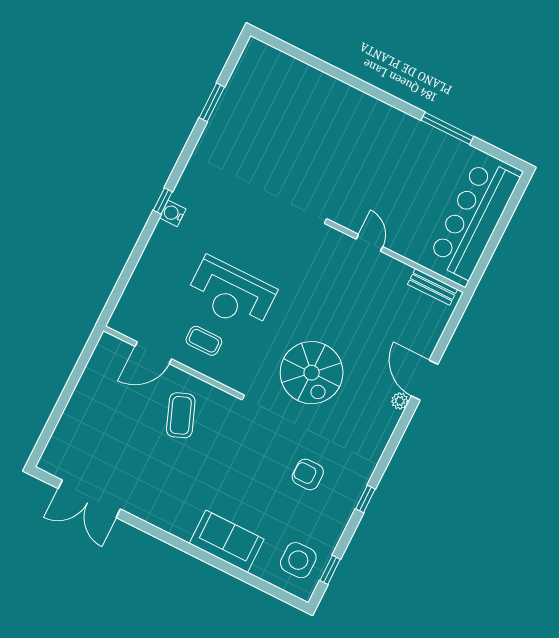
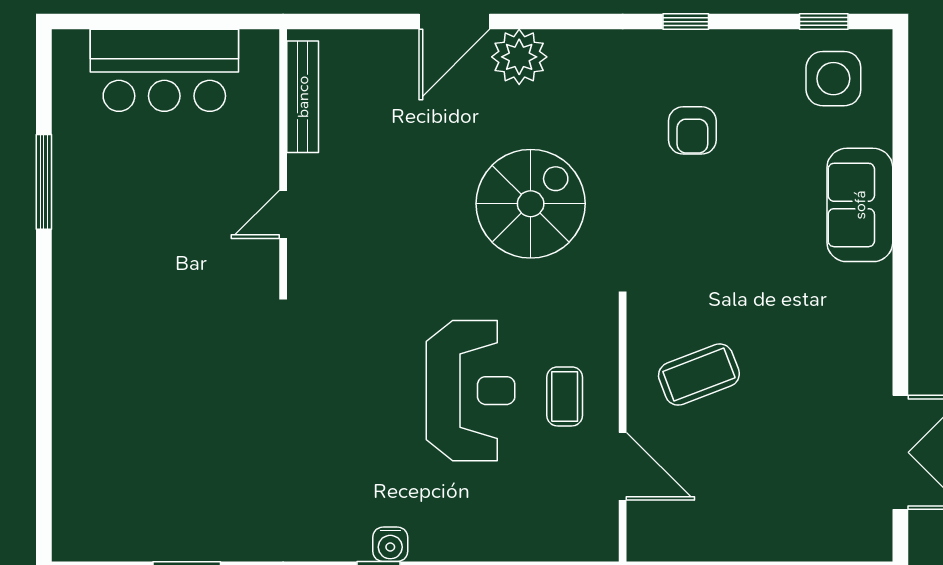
bar counter: (474, 219) -> (164, 70), width x0.73
bench: (432, 287) -> (303, 97), width x1.36
plant: (400, 401) -> (519, 57), width x1.87, depth x1.87

